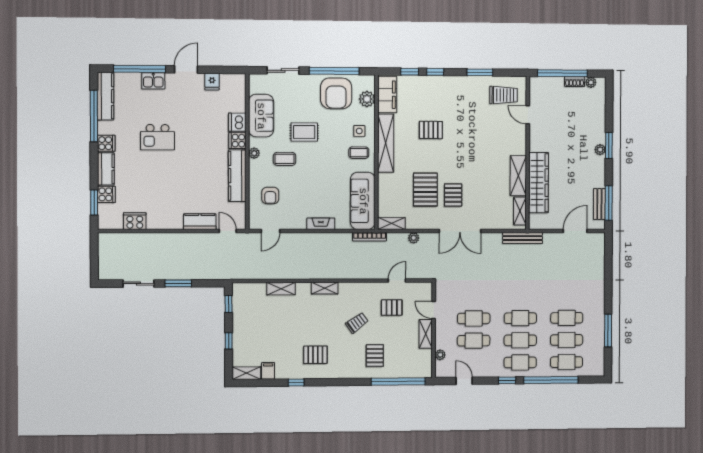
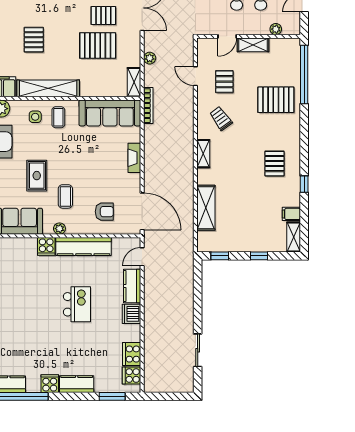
dishwasher: (237, 122) -> (132, 314), moved, turned 90
kitchen island: (158, 137) -> (77, 304), moved
cooker: (106, 194) -> (132, 376), moved, turned -90
door: (270, 231) -> (142, 211), width x1.88
window: (178, 283) -> (198, 309), removed
shelving: (281, 289) -> (206, 208), width x1.50, depth x1.33
trolley: (357, 323) -> (221, 118), moved
pallet: (375, 356) -> (276, 100), width x1.50, depth x1.42

